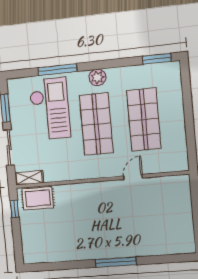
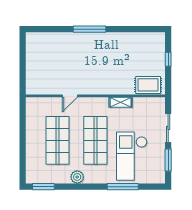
plant: (98, 77) -> (77, 177), moved
shelving: (29, 178) -> (121, 102), moved
window: (15, 209) -> (168, 59), moved

